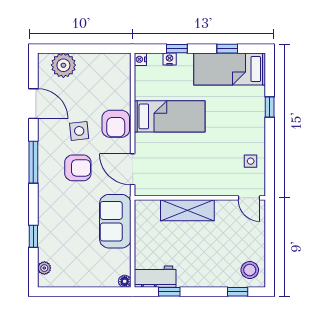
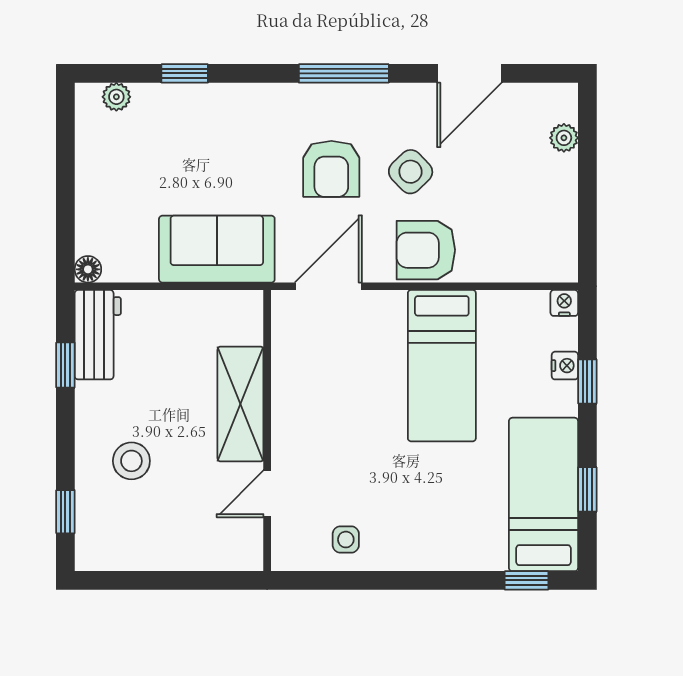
plant: (63, 65) -> (564, 138), width x0.53, depth x0.53
window: (270, 107) -> (526, 580), moved
side table: (79, 131) -> (411, 172), turned -38
door: (249, 198) -> (267, 494), moved
stool: (250, 270) -> (131, 461), moved

